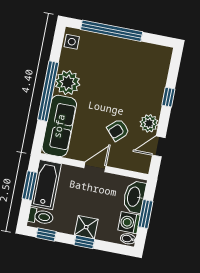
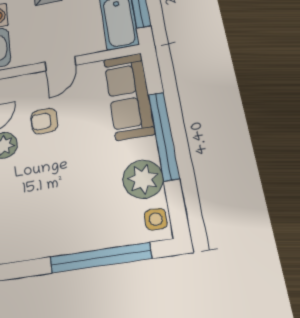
plant: (68, 83) -> (143, 179), moved
armchair: (118, 130) -> (44, 121), turned -137

